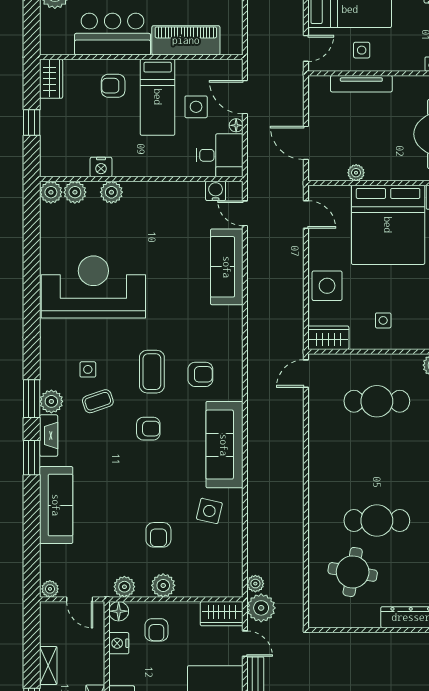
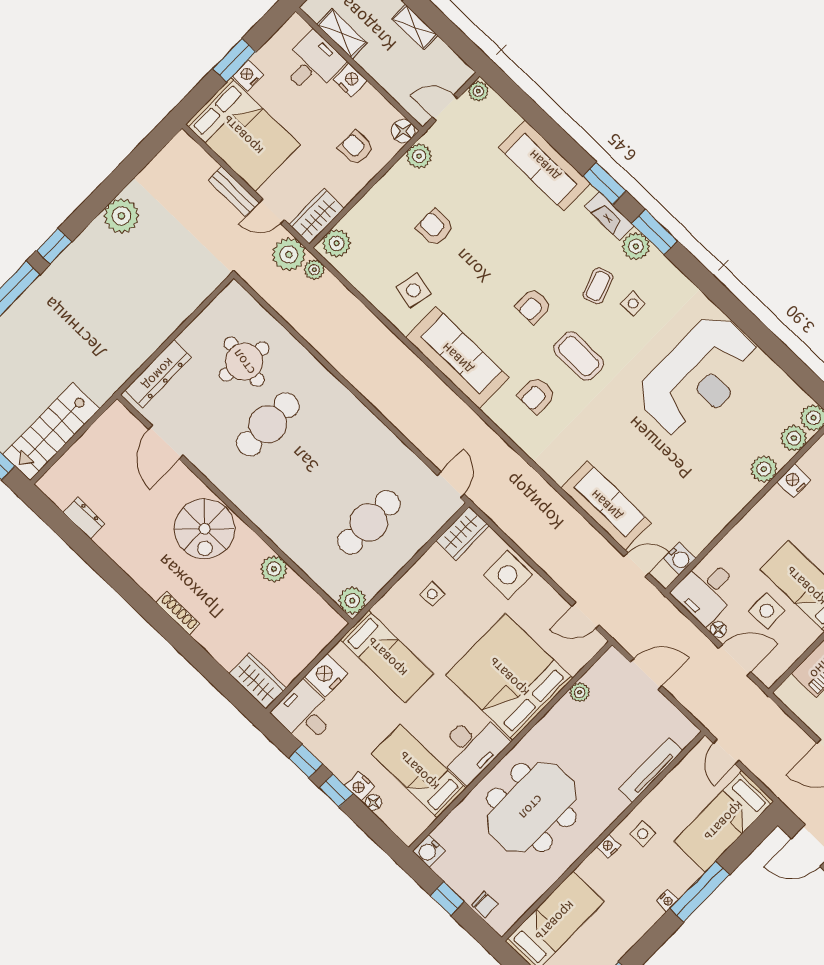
side table: (362, 50) -> (643, 834), moved
plant: (163, 585) -> (337, 243), moved
nightstand: (119, 643) -> (350, 80), moved

